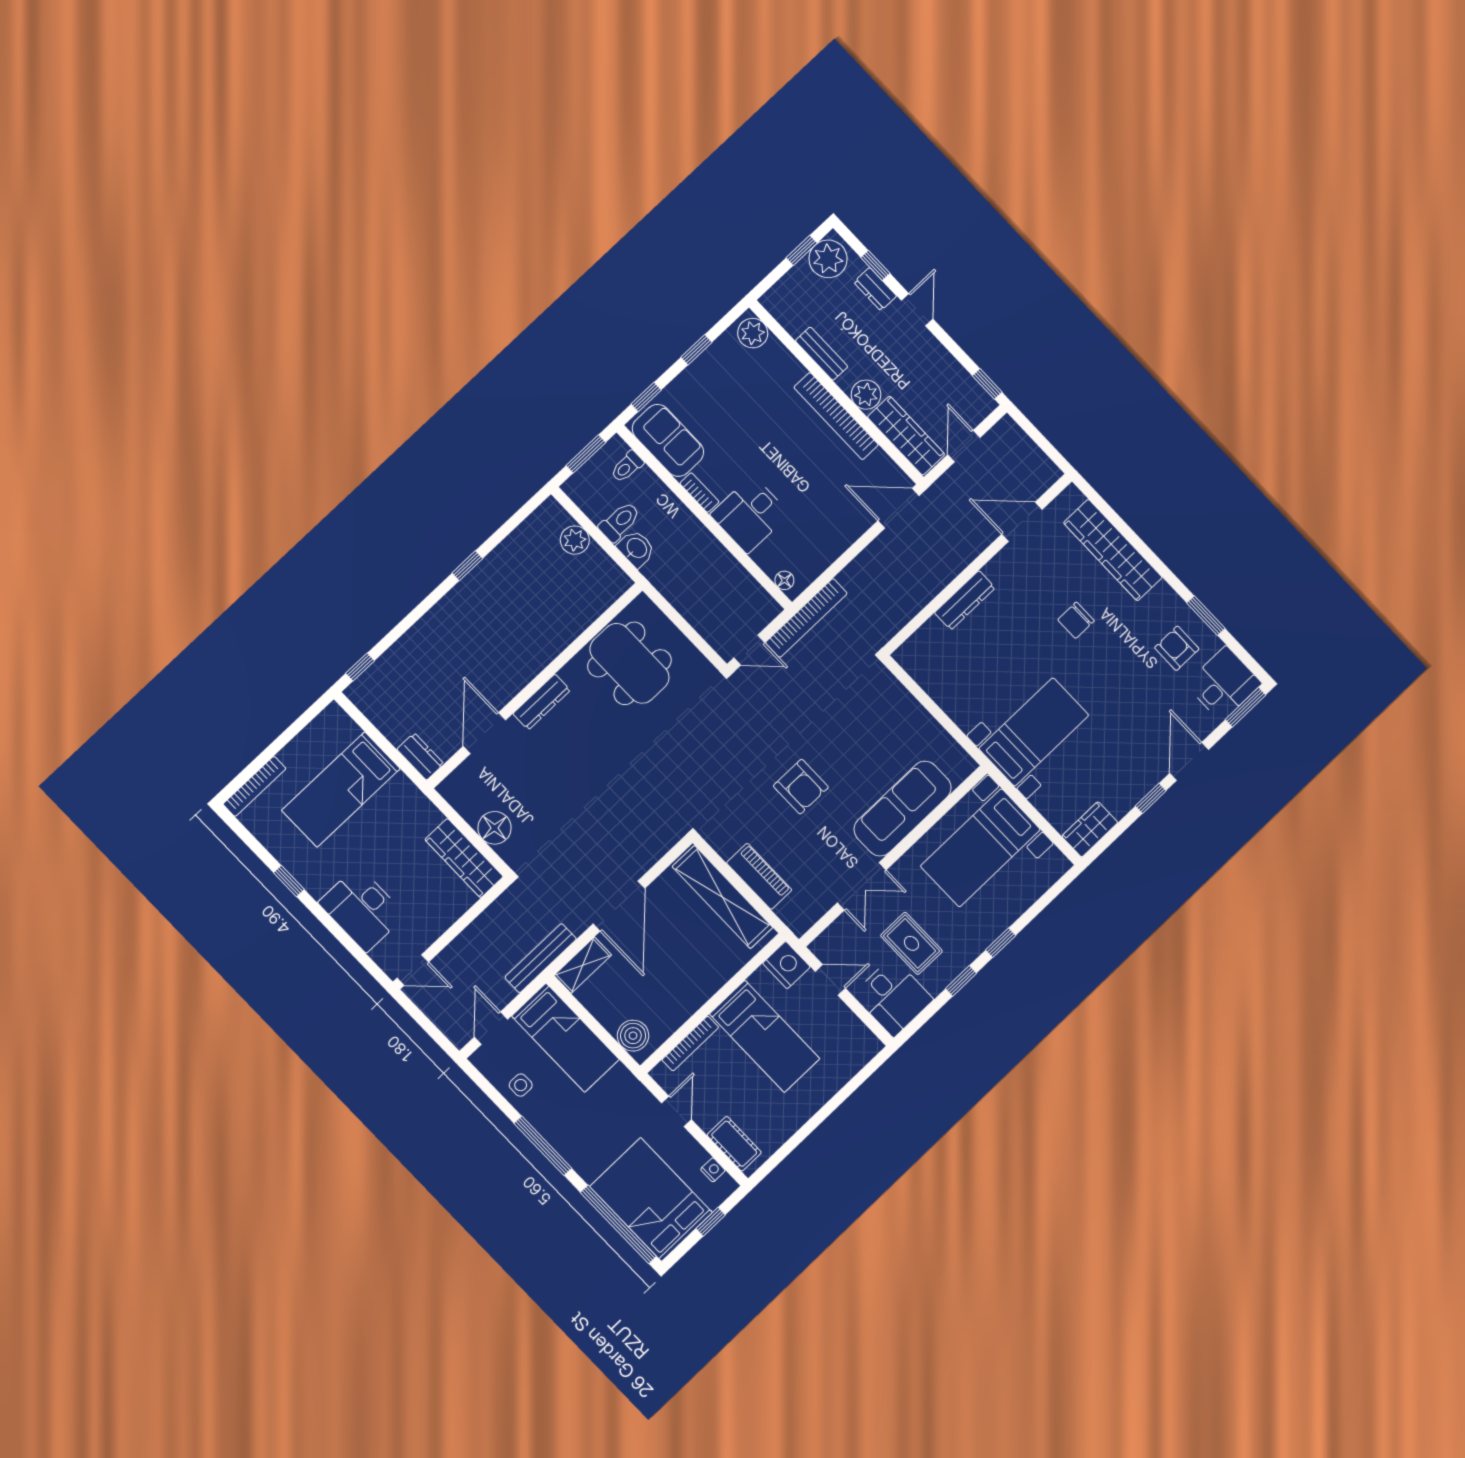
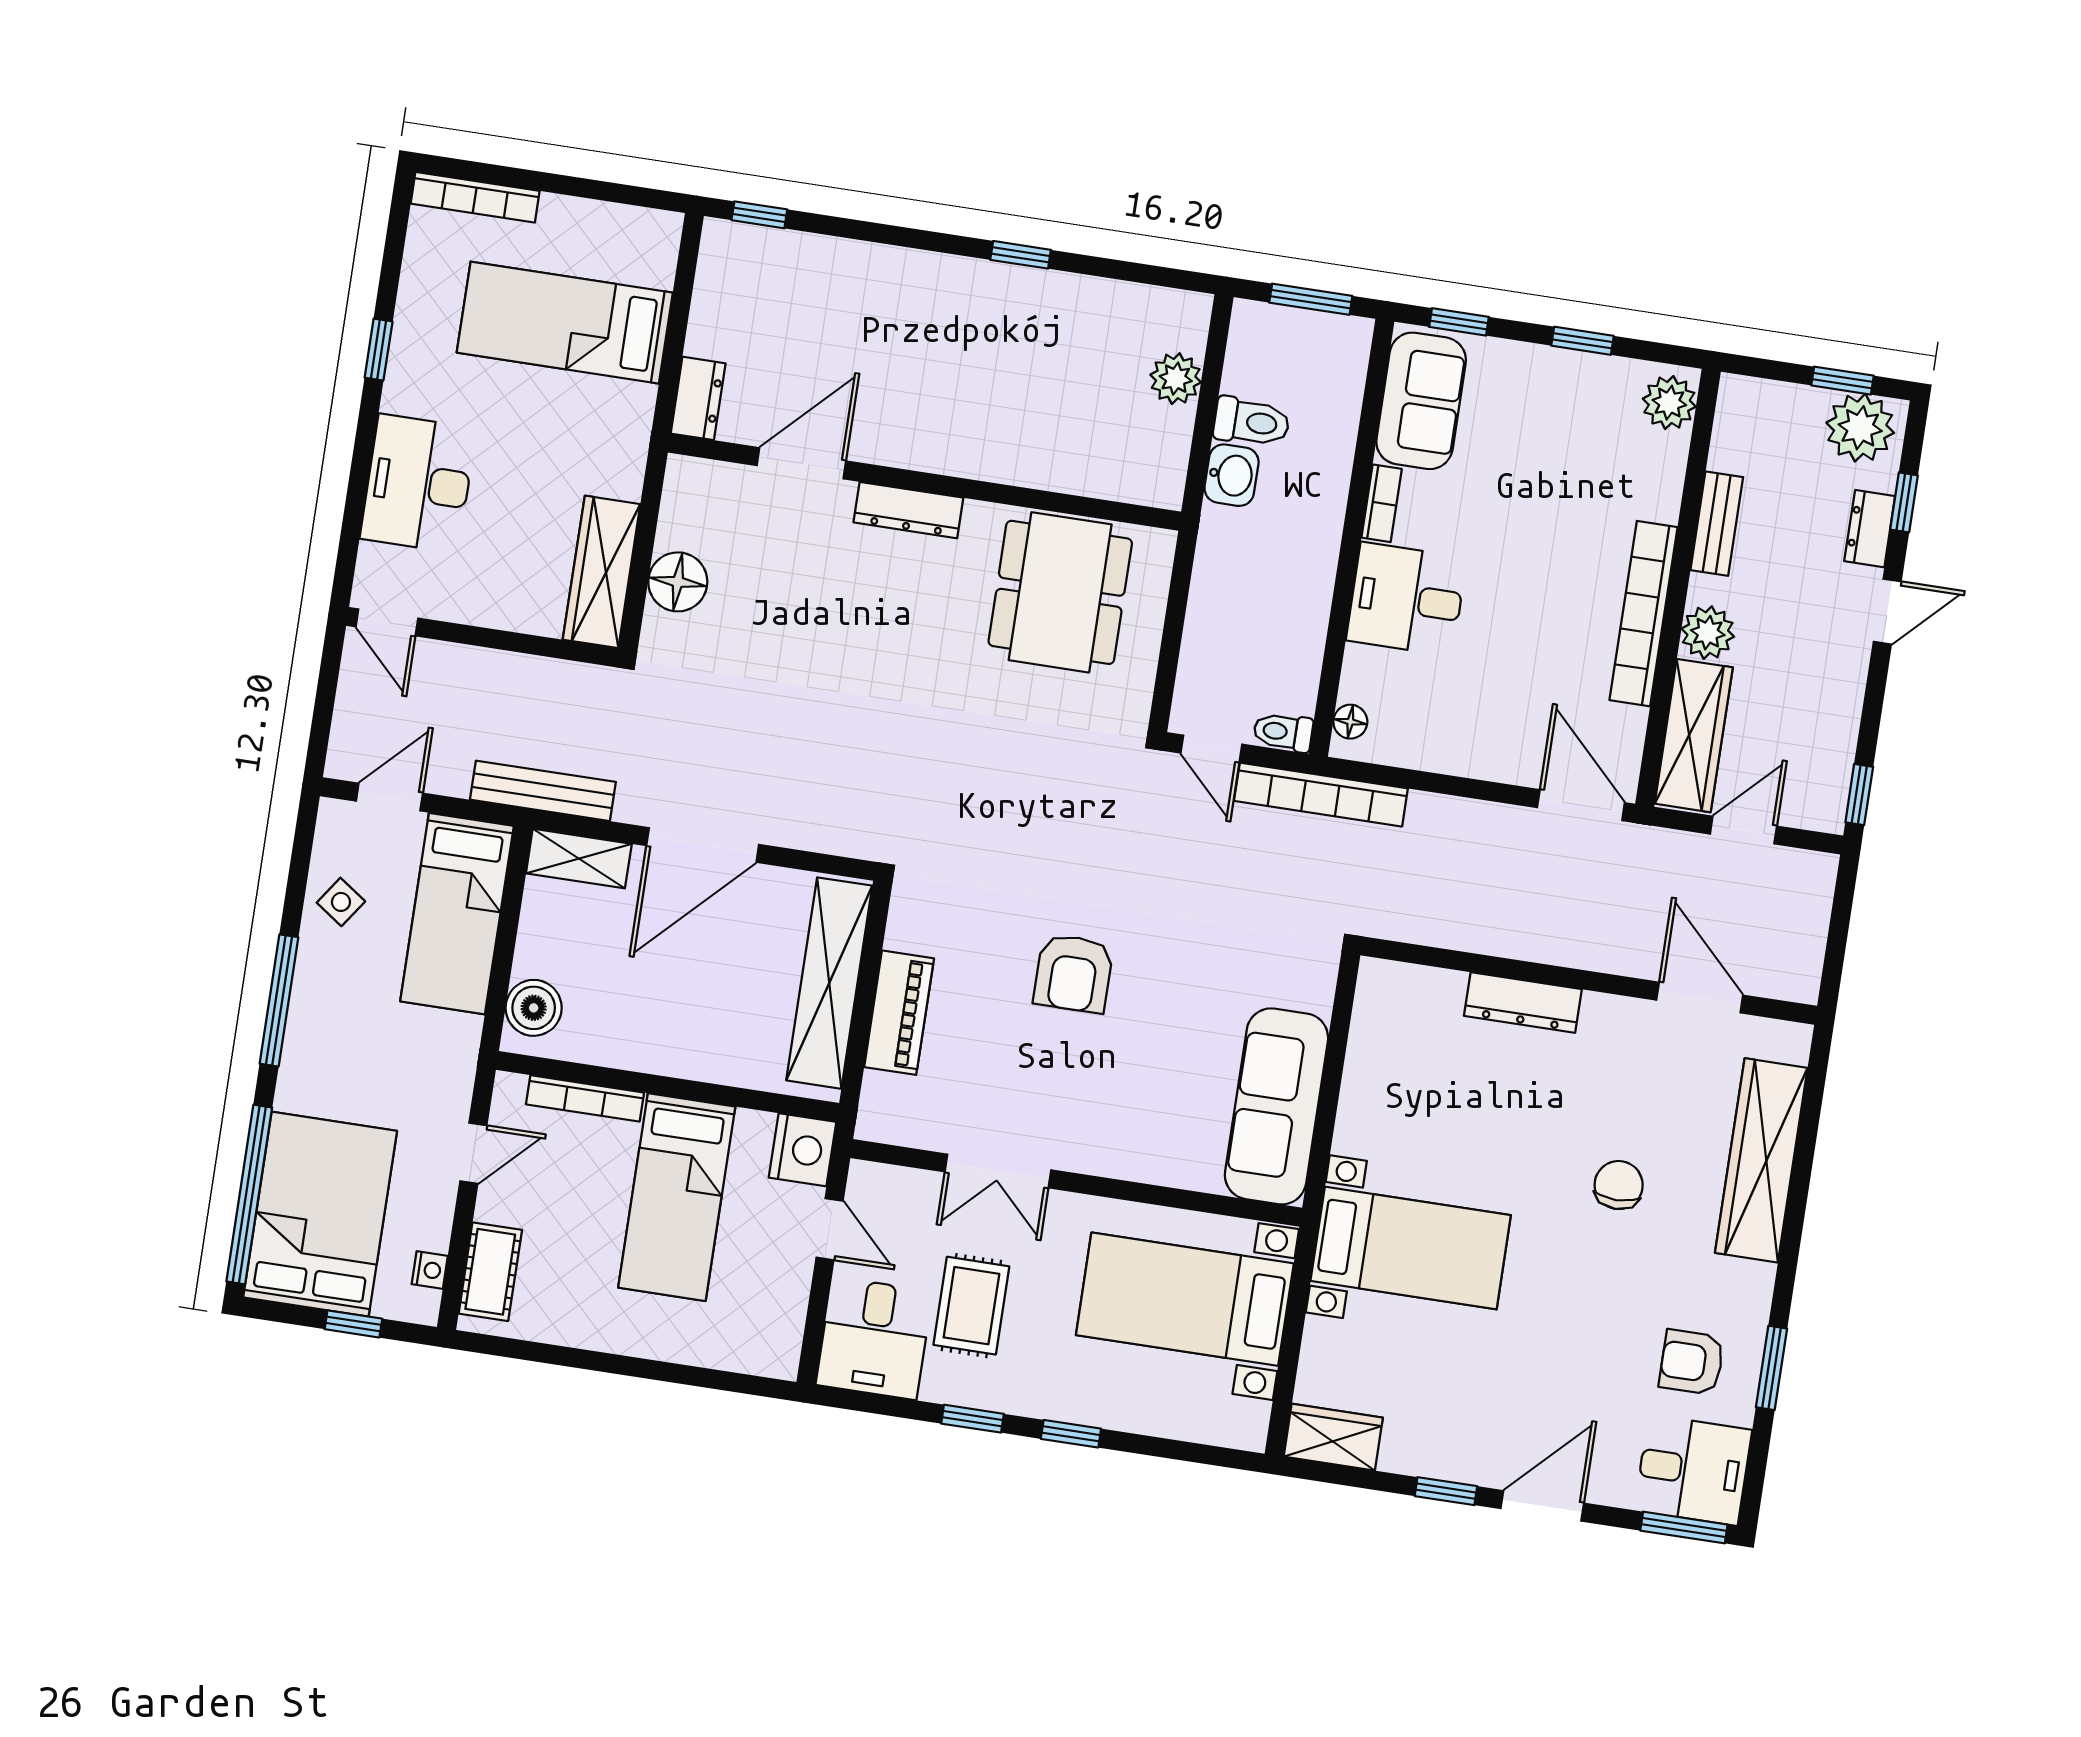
toilet: (627, 467) -> (1283, 732), moved
chair: (1076, 620) -> (1619, 1185), turned 90
armchair: (1177, 648) -> (1692, 1362), turned -90
sofa: (903, 809) -> (1276, 1106), moved, turned -90
side table: (521, 1085) -> (341, 902), turned 35

